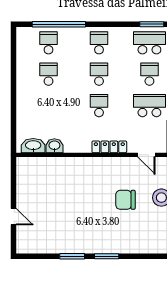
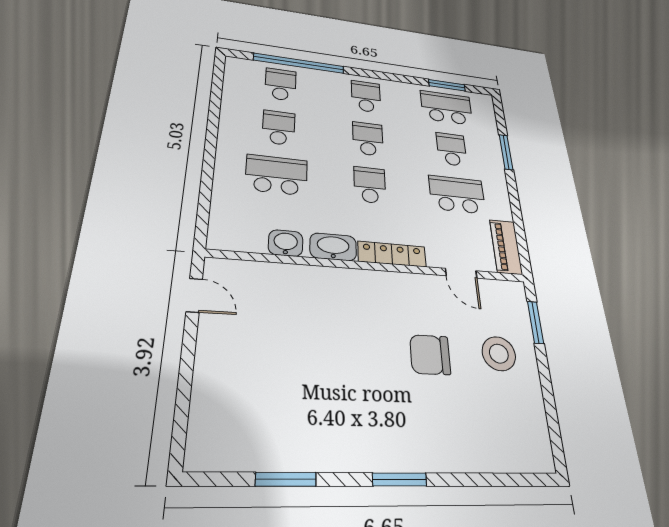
school desk: (49, 106) -> (277, 175), added
washbasin: (33, 146) -> (333, 247), moved
door: (13, 217) -> (194, 295), moved
window: (72, 256) -> (286, 479), moved

